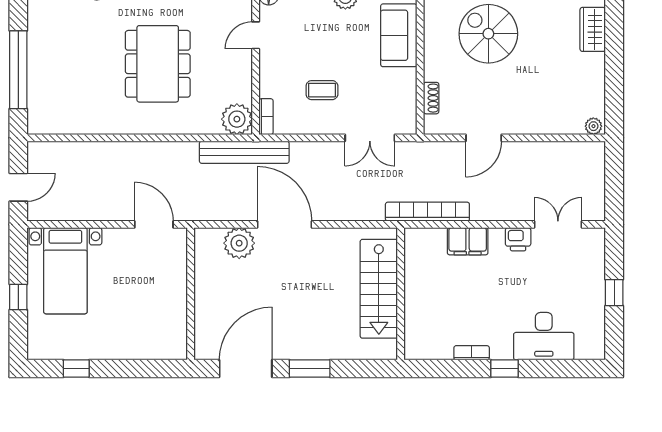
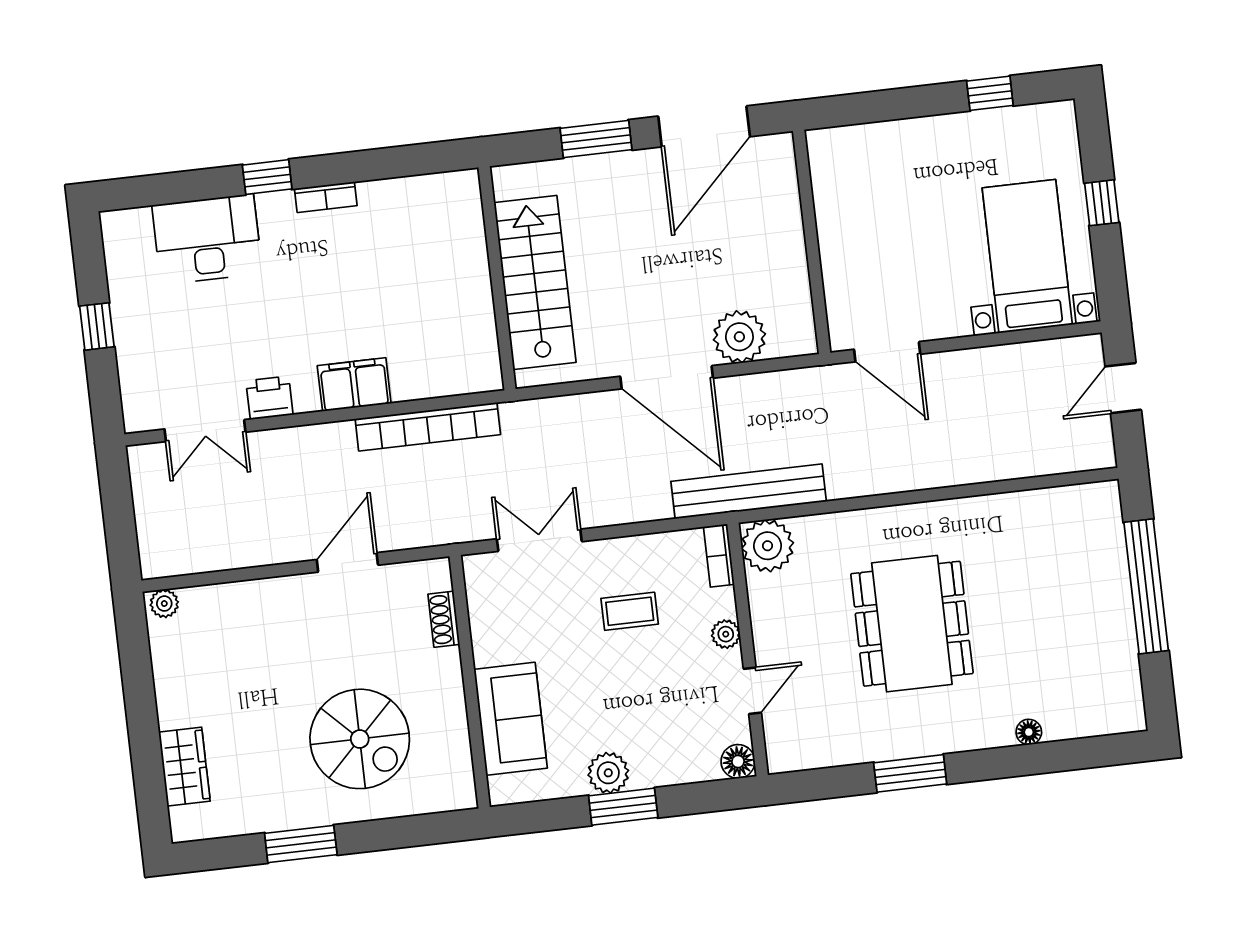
plant: (267, 70) -> (726, 634), added
stairs: (379, 289) -> (535, 282), moved
wall: (401, 294) -> (497, 278), moved

